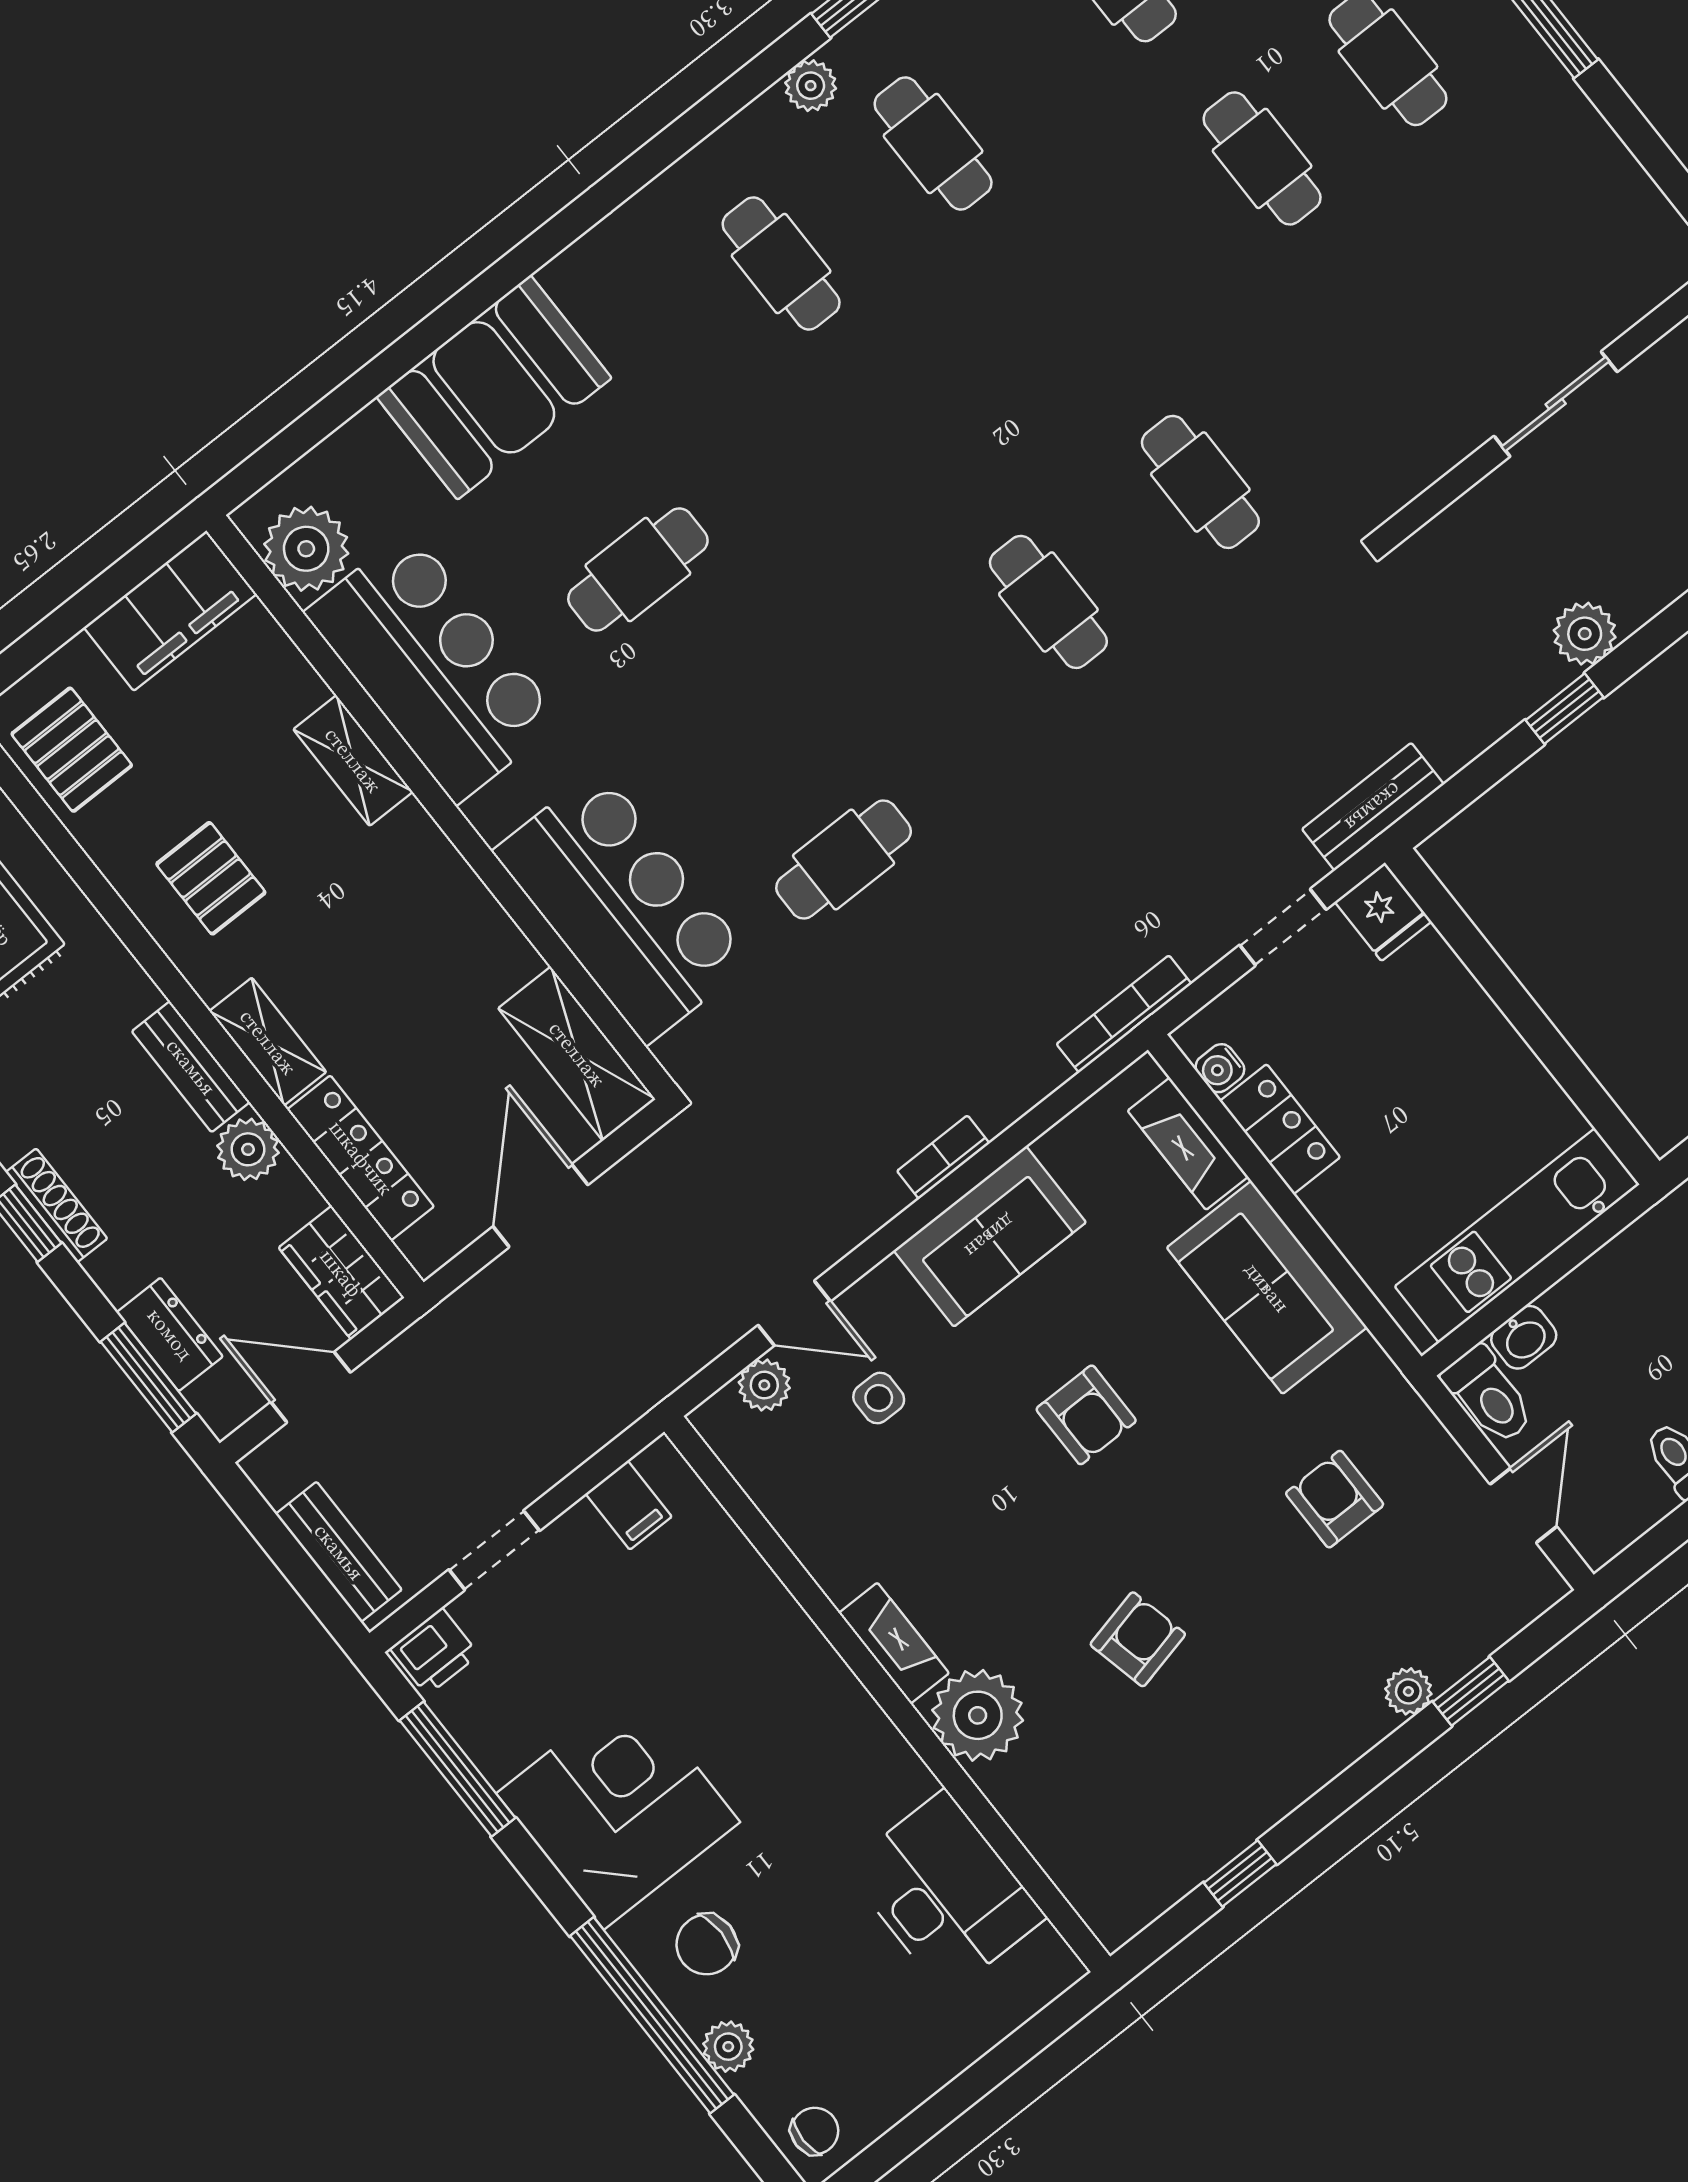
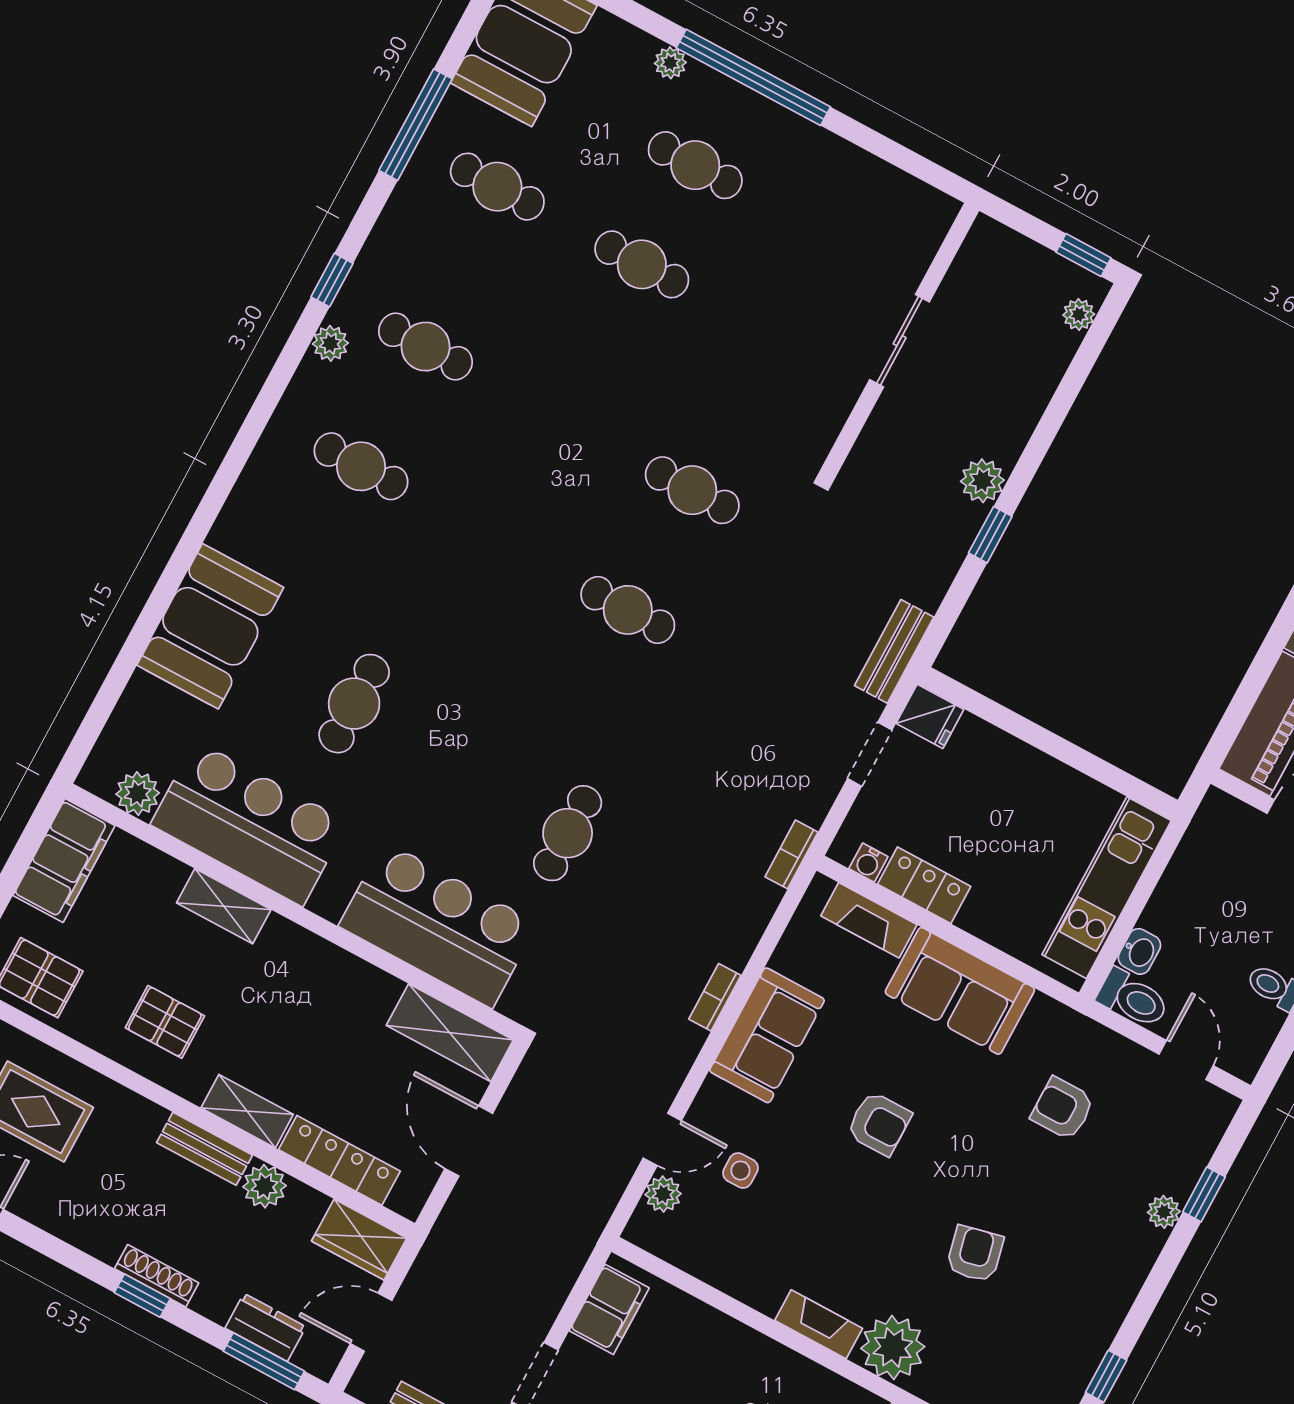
plant: (306, 549) -> (138, 793), width x0.73, depth x0.73
bookcase: (1124, 1014) -> (791, 854), width x0.64
filing cabinet: (629, 1505) -> (609, 1309), width x2.00

